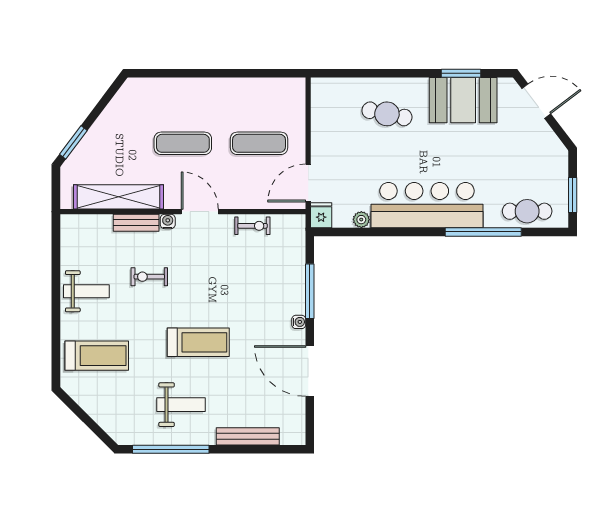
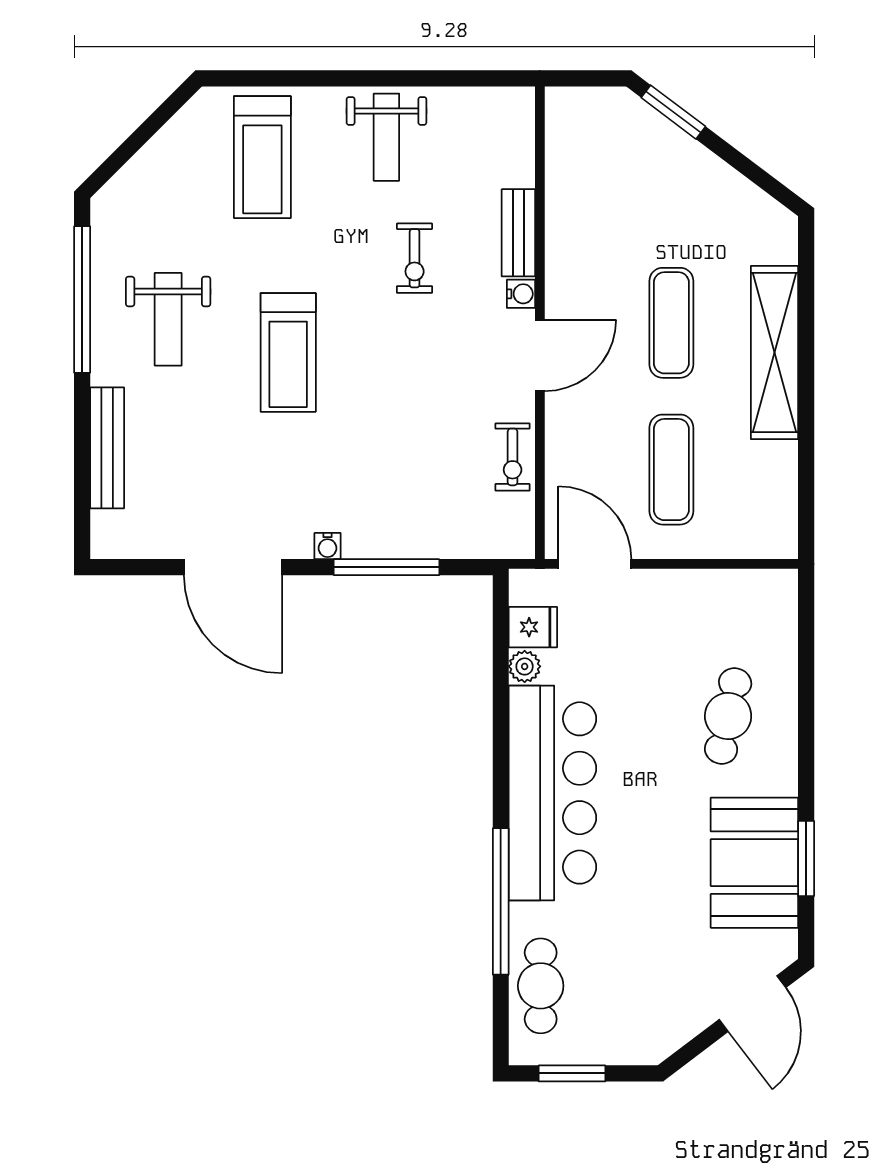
shelving: (118, 197) -> (775, 353), moved
fridge: (321, 215) -> (533, 627), moved
exercise bike: (149, 277) -> (415, 258), turned 180
door: (310, 371) -> (233, 567), swing flipped

